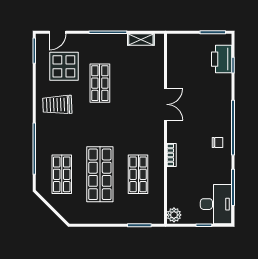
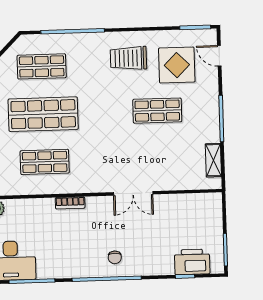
trolley: (57, 105) -> (129, 58), turned -88
chair: (217, 143) -> (115, 257), moved

